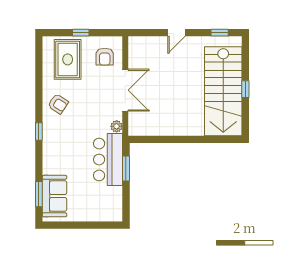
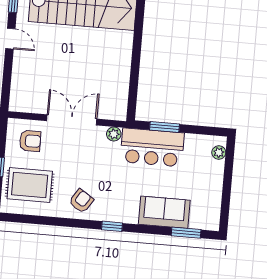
door: (176, 33) -> (10, 39), moved
sofa: (55, 196) -> (164, 212), moved
plant: (109, 216) -> (219, 153), added

